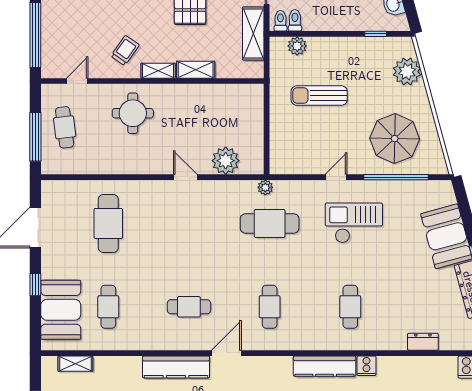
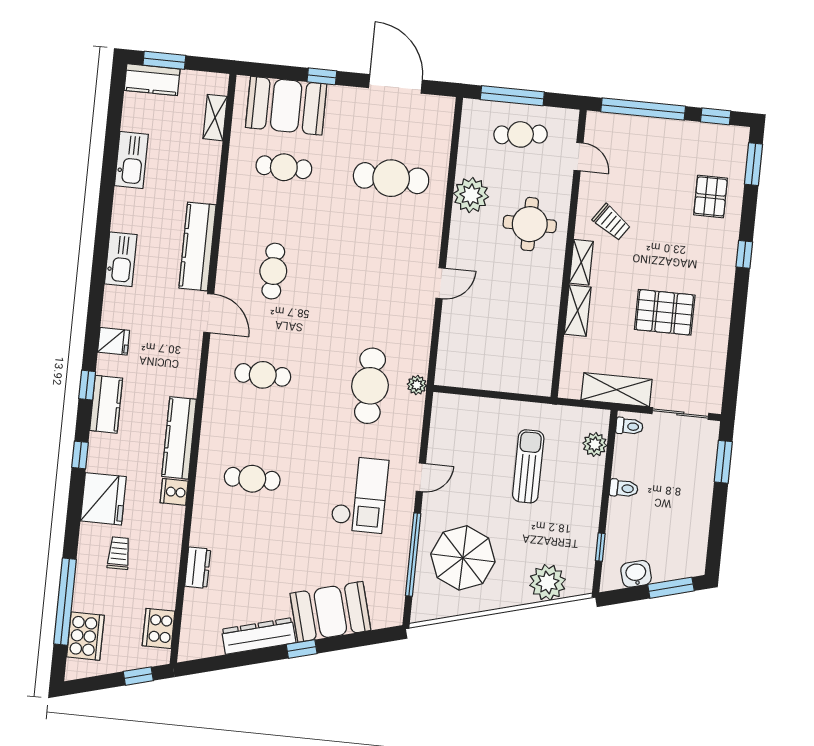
toilet: (295, 20) -> (624, 488), moved
plant: (226, 161) -> (471, 195), moved
door: (336, 177) -> (421, 477), hinge flipped

